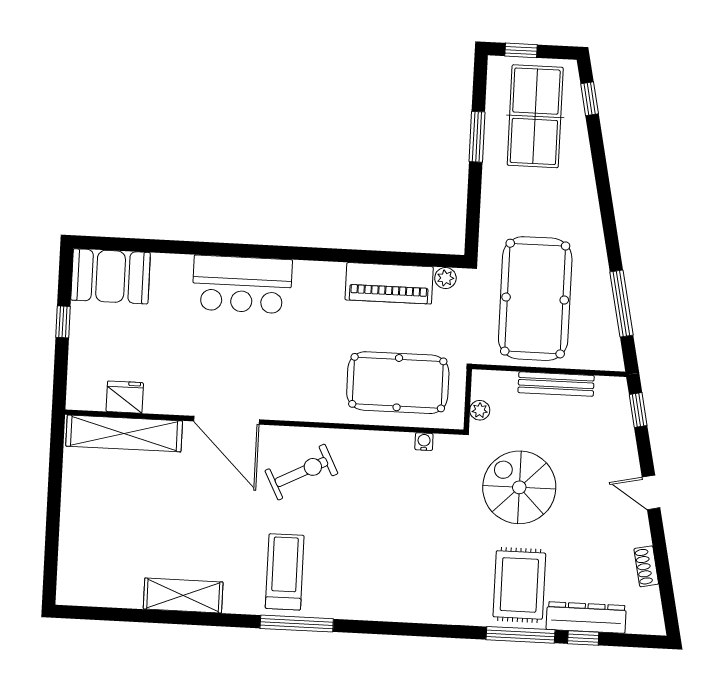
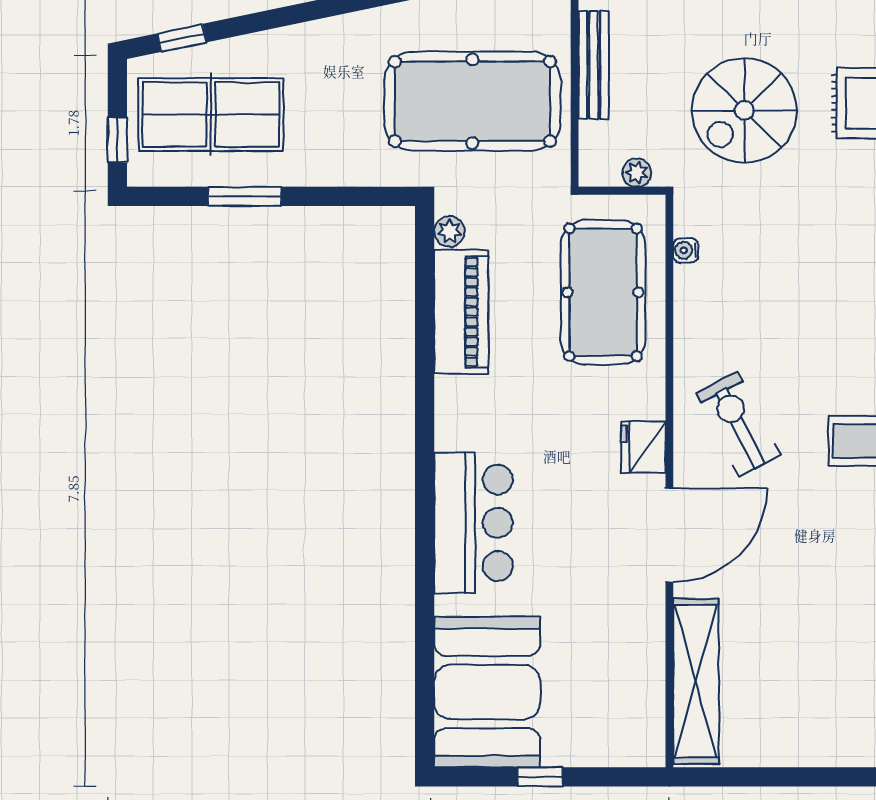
booth: (111, 276) -> (487, 692), width x1.36, depth x1.42
fridge: (125, 397) -> (643, 447), moved

